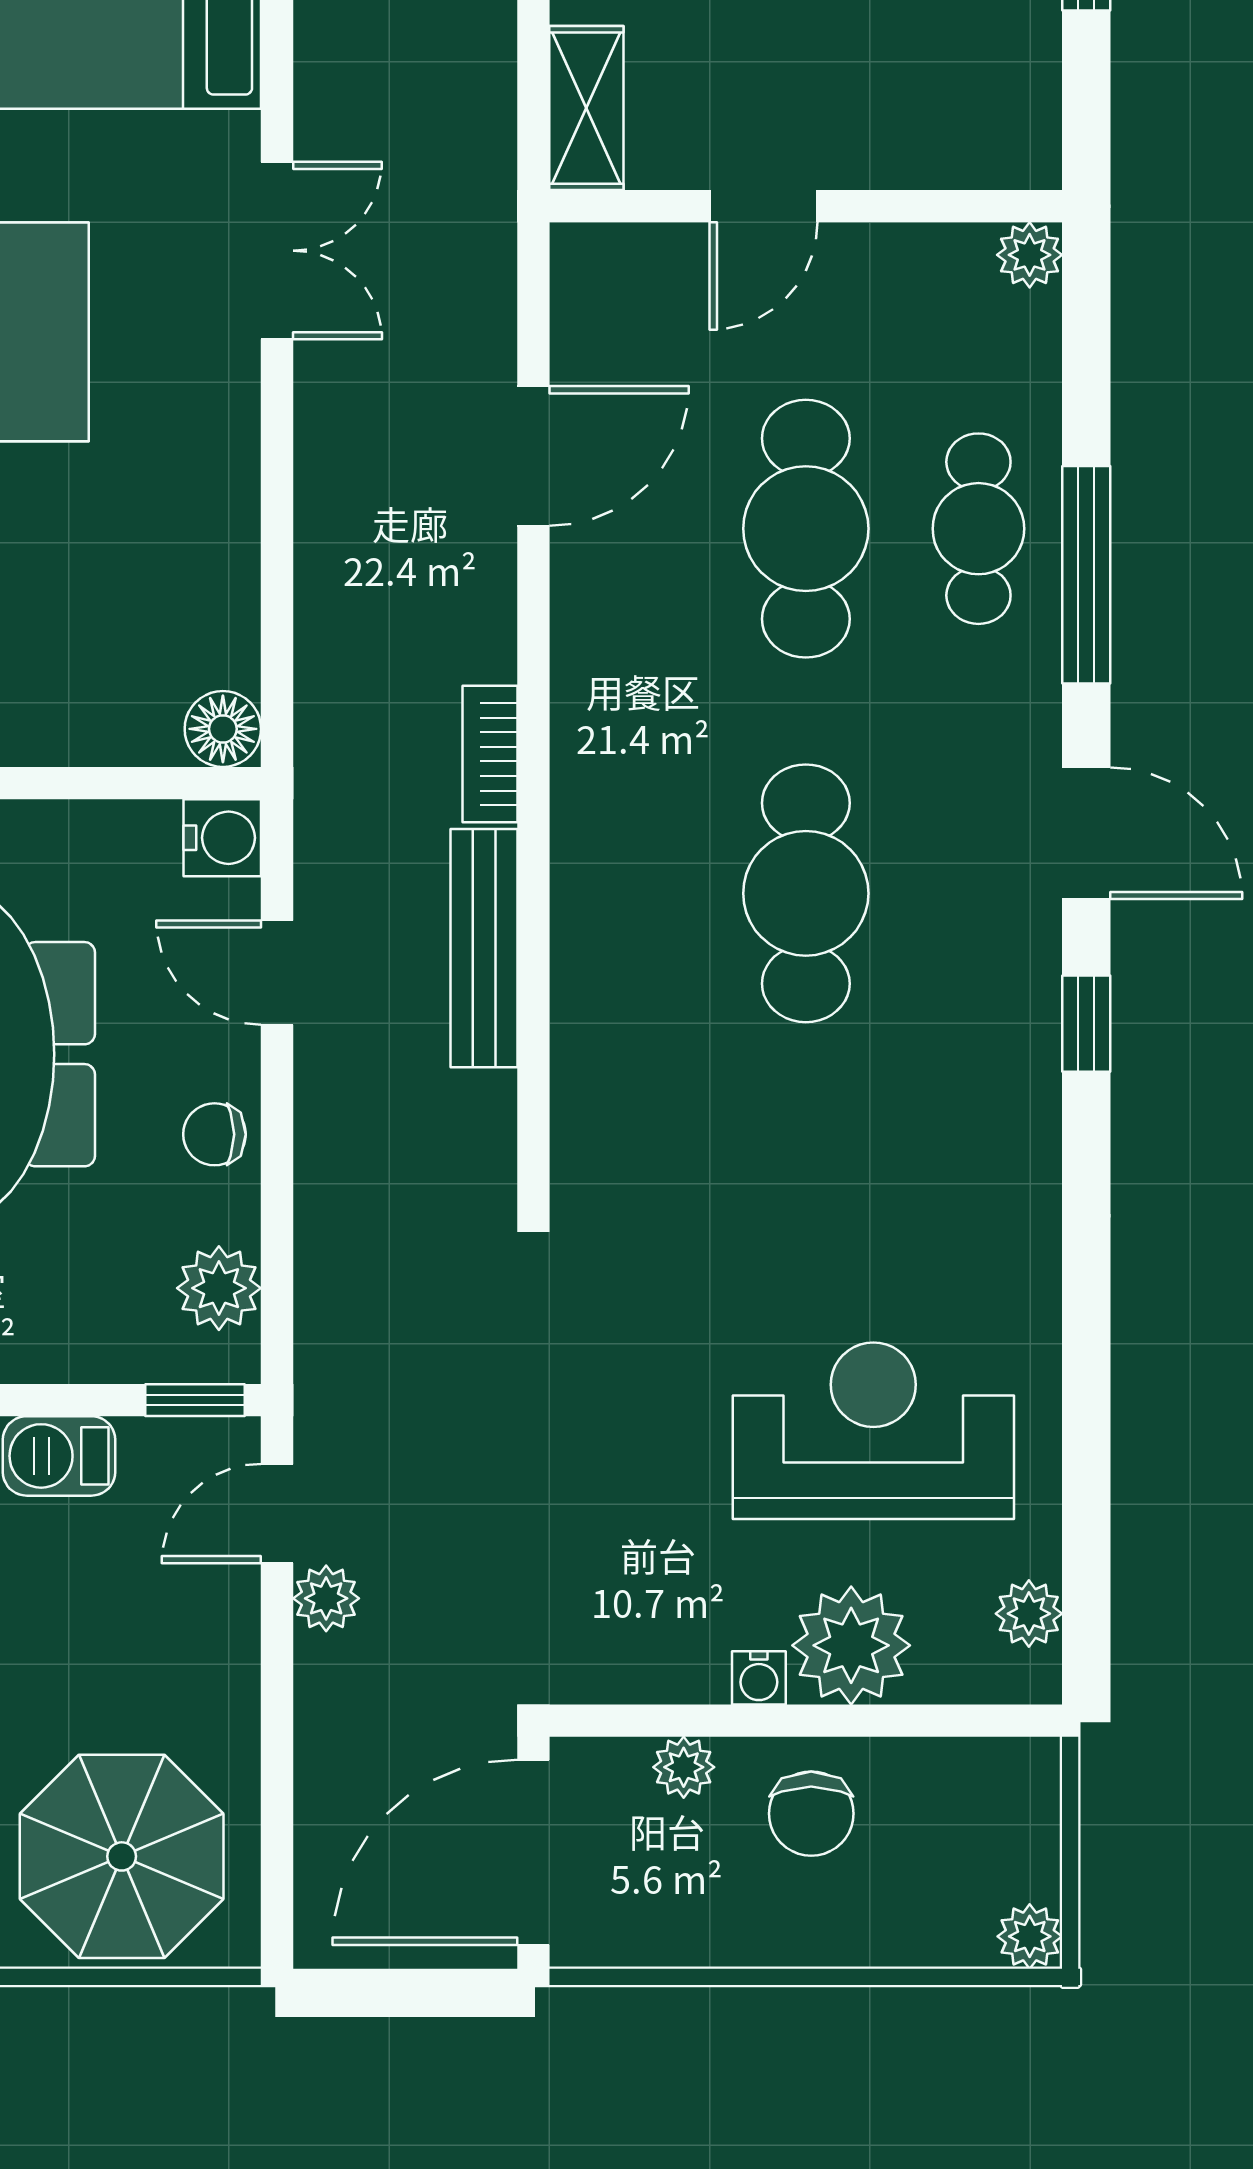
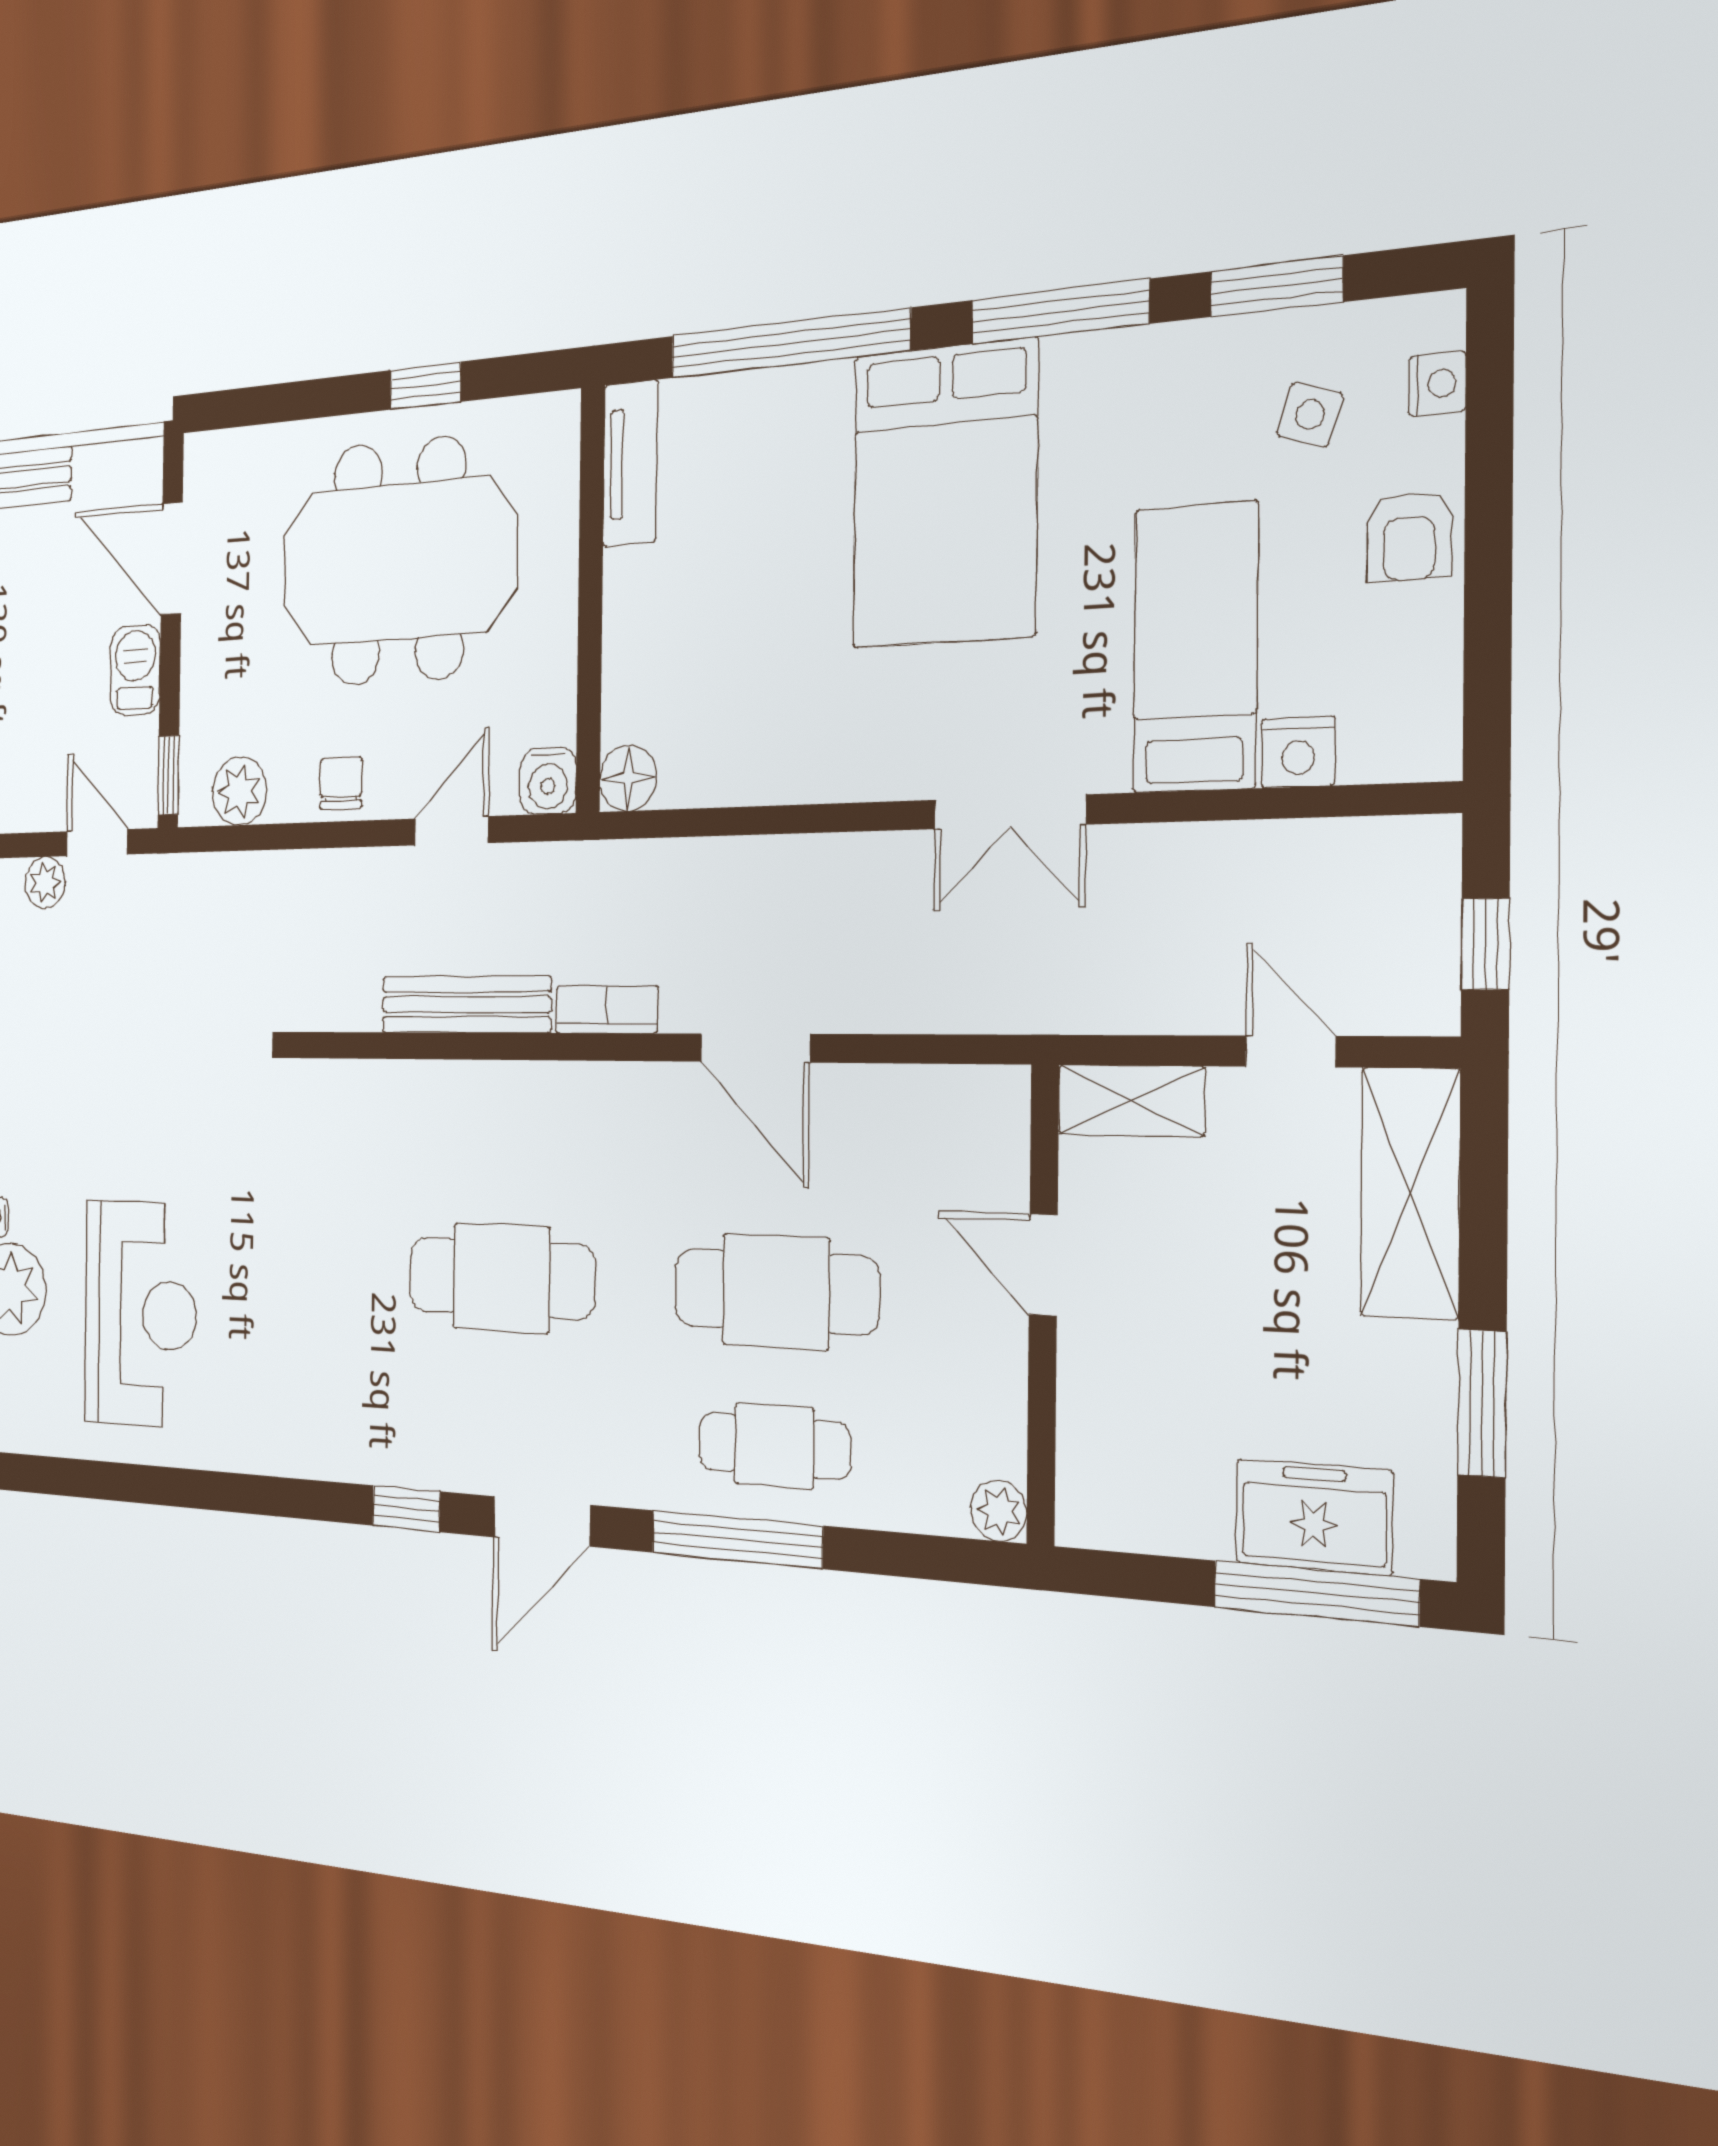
door: (533, 456) -> (755, 1048), moved
plant: (1029, 1614) -> (27, 1429), removed

